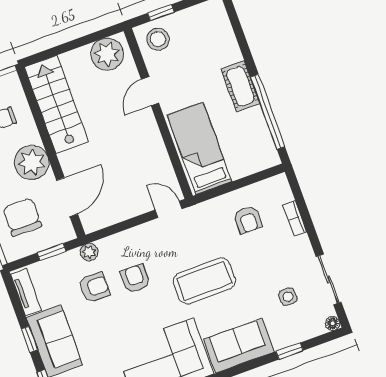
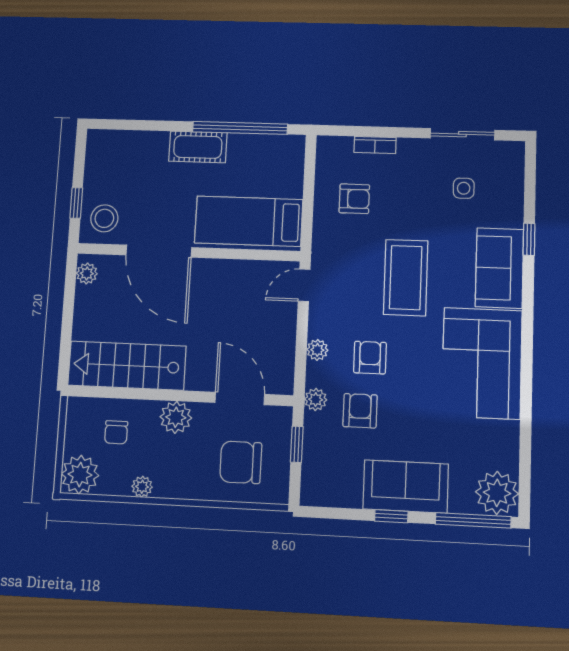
plant: (107, 54) -> (87, 273), width x0.53, depth x0.53
door: (150, 91) -> (159, 251), width x1.87
plant: (32, 162) -> (176, 417), width x0.73, depth x0.73
plant: (125, 239) -> (317, 350), added
armchair: (135, 279) -> (370, 358), turned 90
tv unit: (26, 292) -> (332, 496), removed
floor lamp: (333, 323) -> (516, 149), removed
window: (290, 351) -> (529, 239), moved

